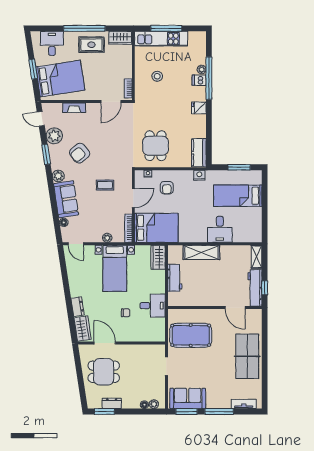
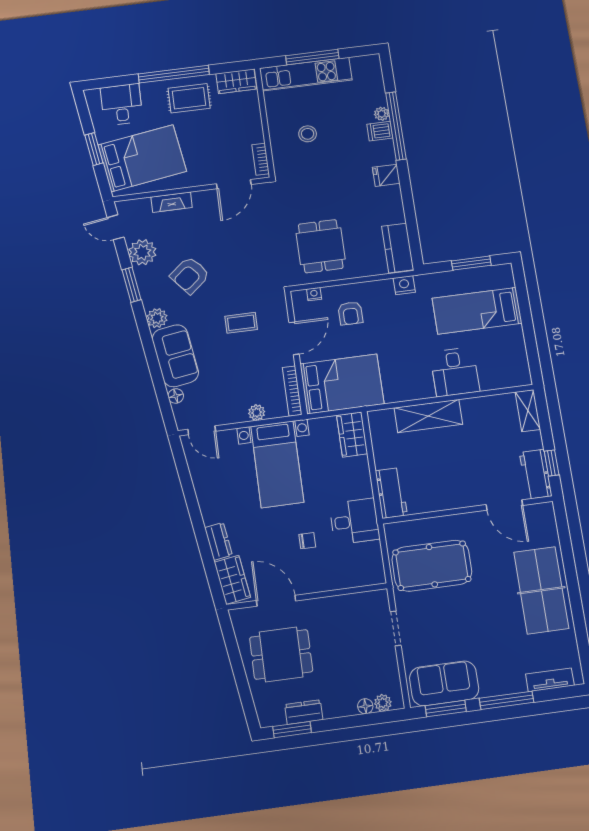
workbench: (175, 278) -> (391, 493), moved
workbench: (255, 288) -> (536, 474), width x0.73

